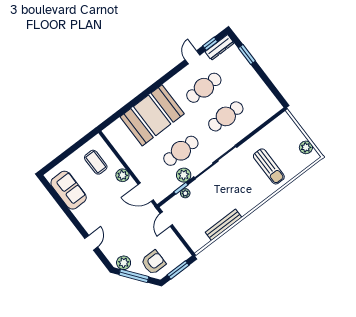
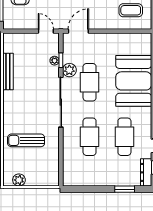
plant: (122, 175) -> (105, 23), removed

